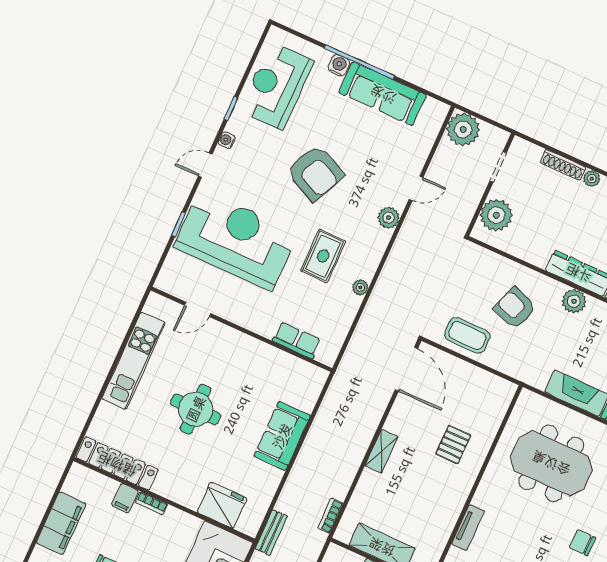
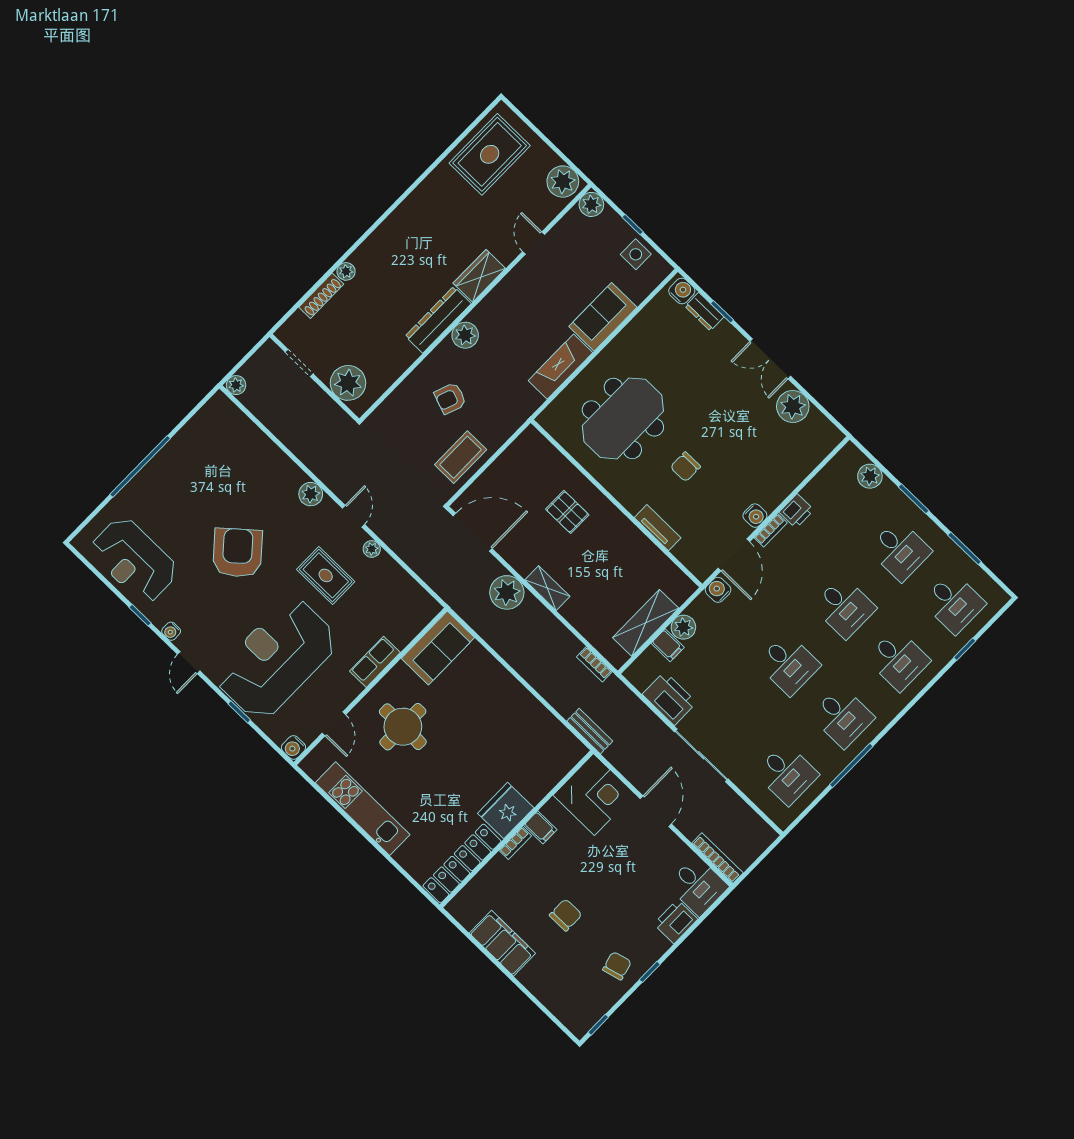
water cooler: (339, 65) -> (293, 747), moved, turned -90
sofa: (383, 94) -> (181, 454), removed
plant: (463, 129) -> (236, 385), width x0.53, depth x0.53
armchair: (315, 173) -> (238, 553), turned -66
door: (416, 188) -> (353, 516), moved
armchair: (515, 308) -> (450, 398), width x0.72, depth x0.72
row of seats: (297, 340) -> (375, 662), moved
round table: (196, 409) -> (403, 727), moved
plant: (365, 418) -> (507, 592), added
sofa: (282, 436) -> (438, 648), moved, turned -90
filing cabinet: (125, 498) -> (540, 827), moved
fridge: (222, 505) -> (506, 811), moved
chair: (582, 543) -> (685, 467), moved

